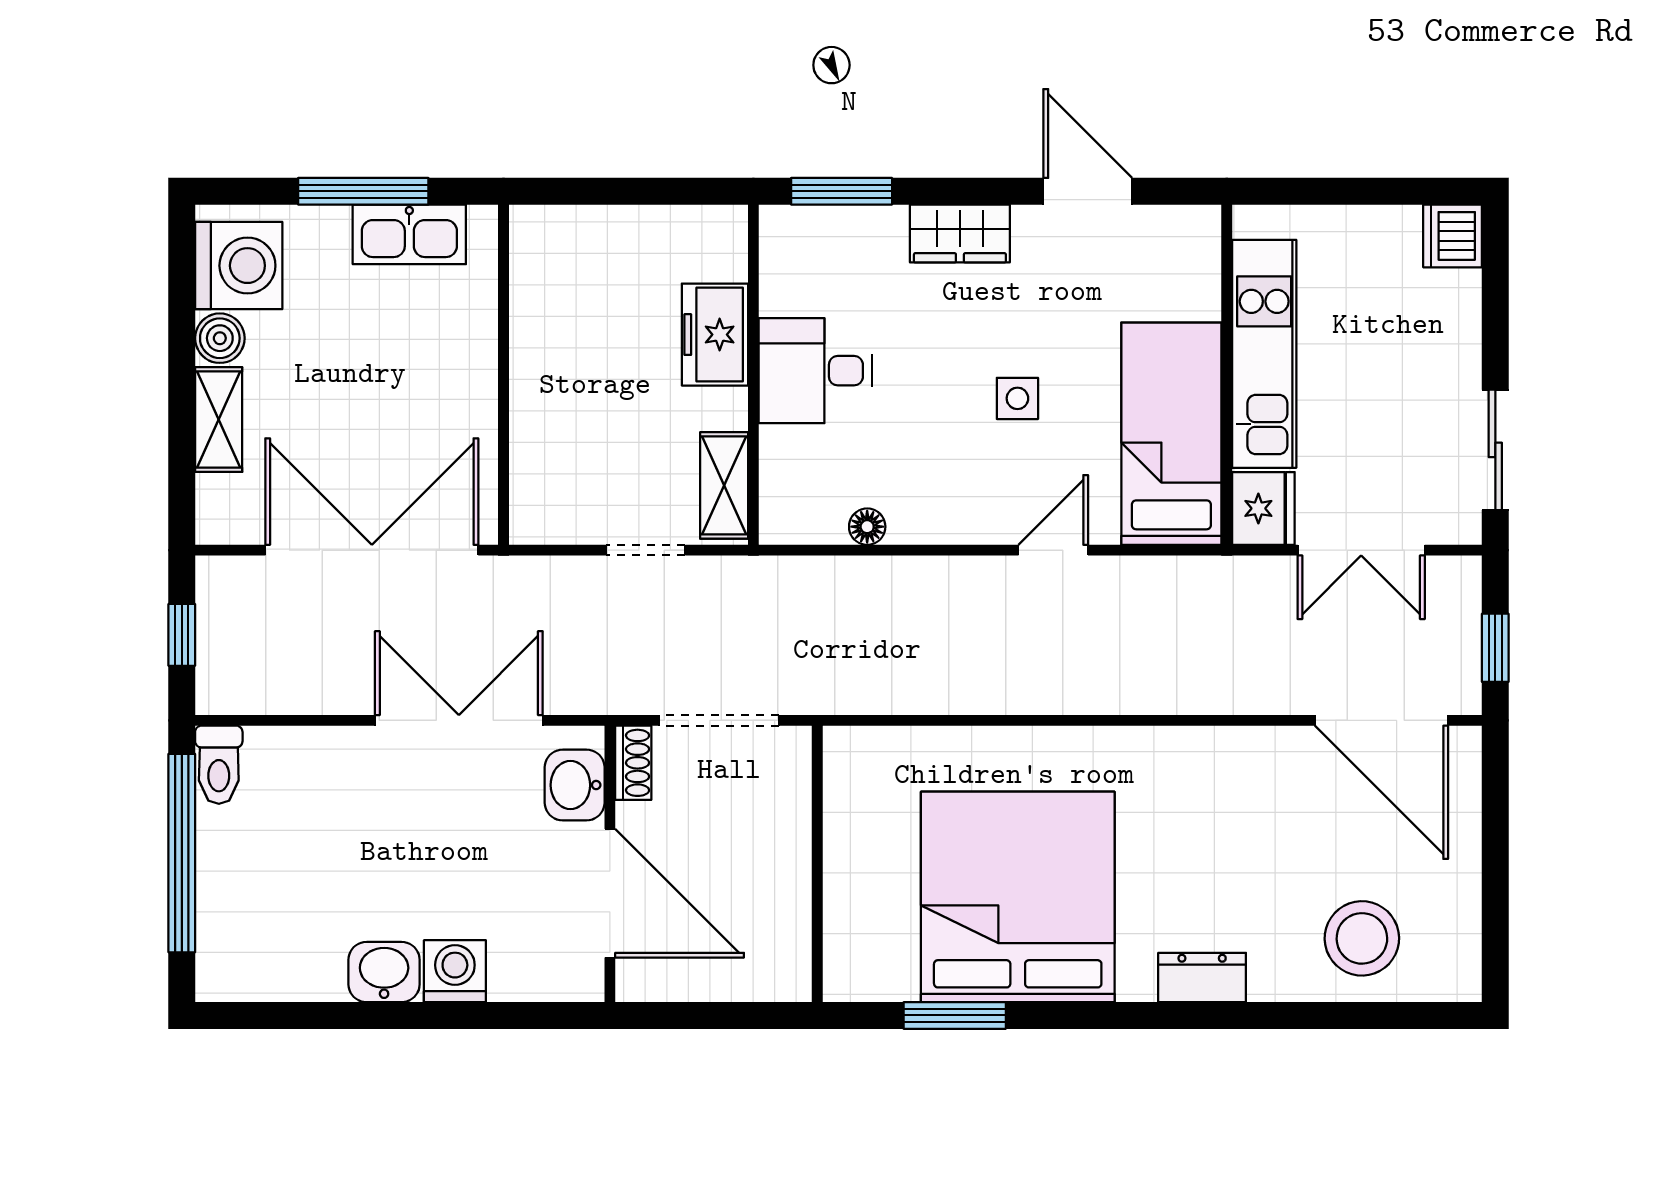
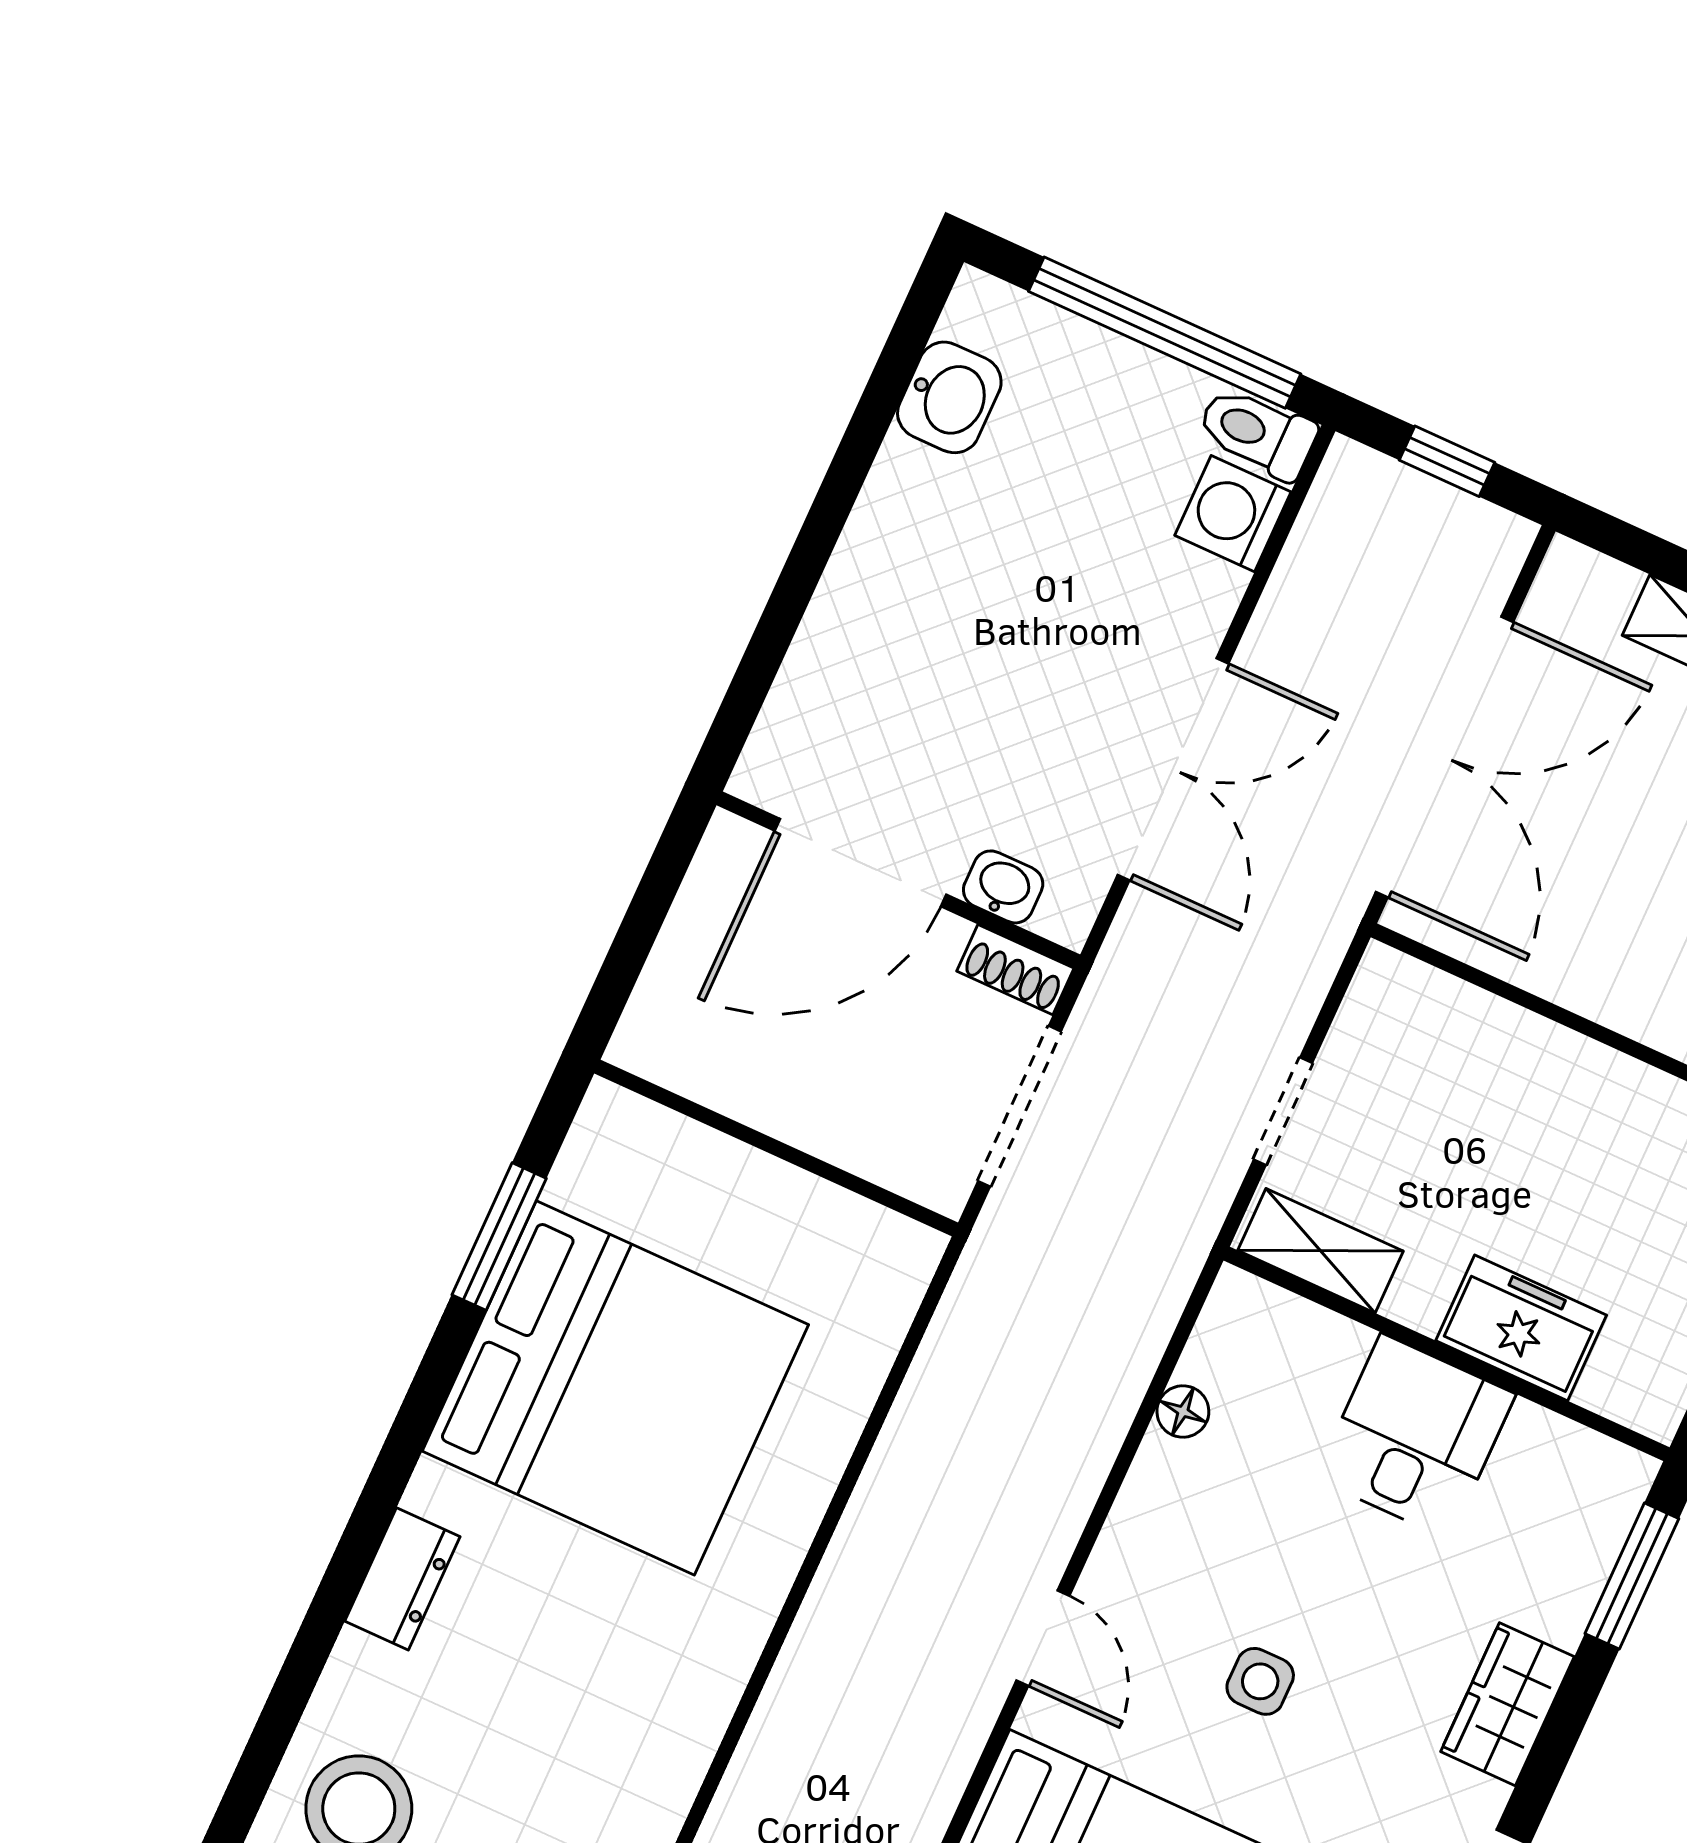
washbasin: (575, 785) -> (1003, 887), width x0.72, depth x0.69
washing machine: (455, 971) -> (1233, 514), moved, turned 180
washbasin: (384, 972) -> (949, 397), moved

